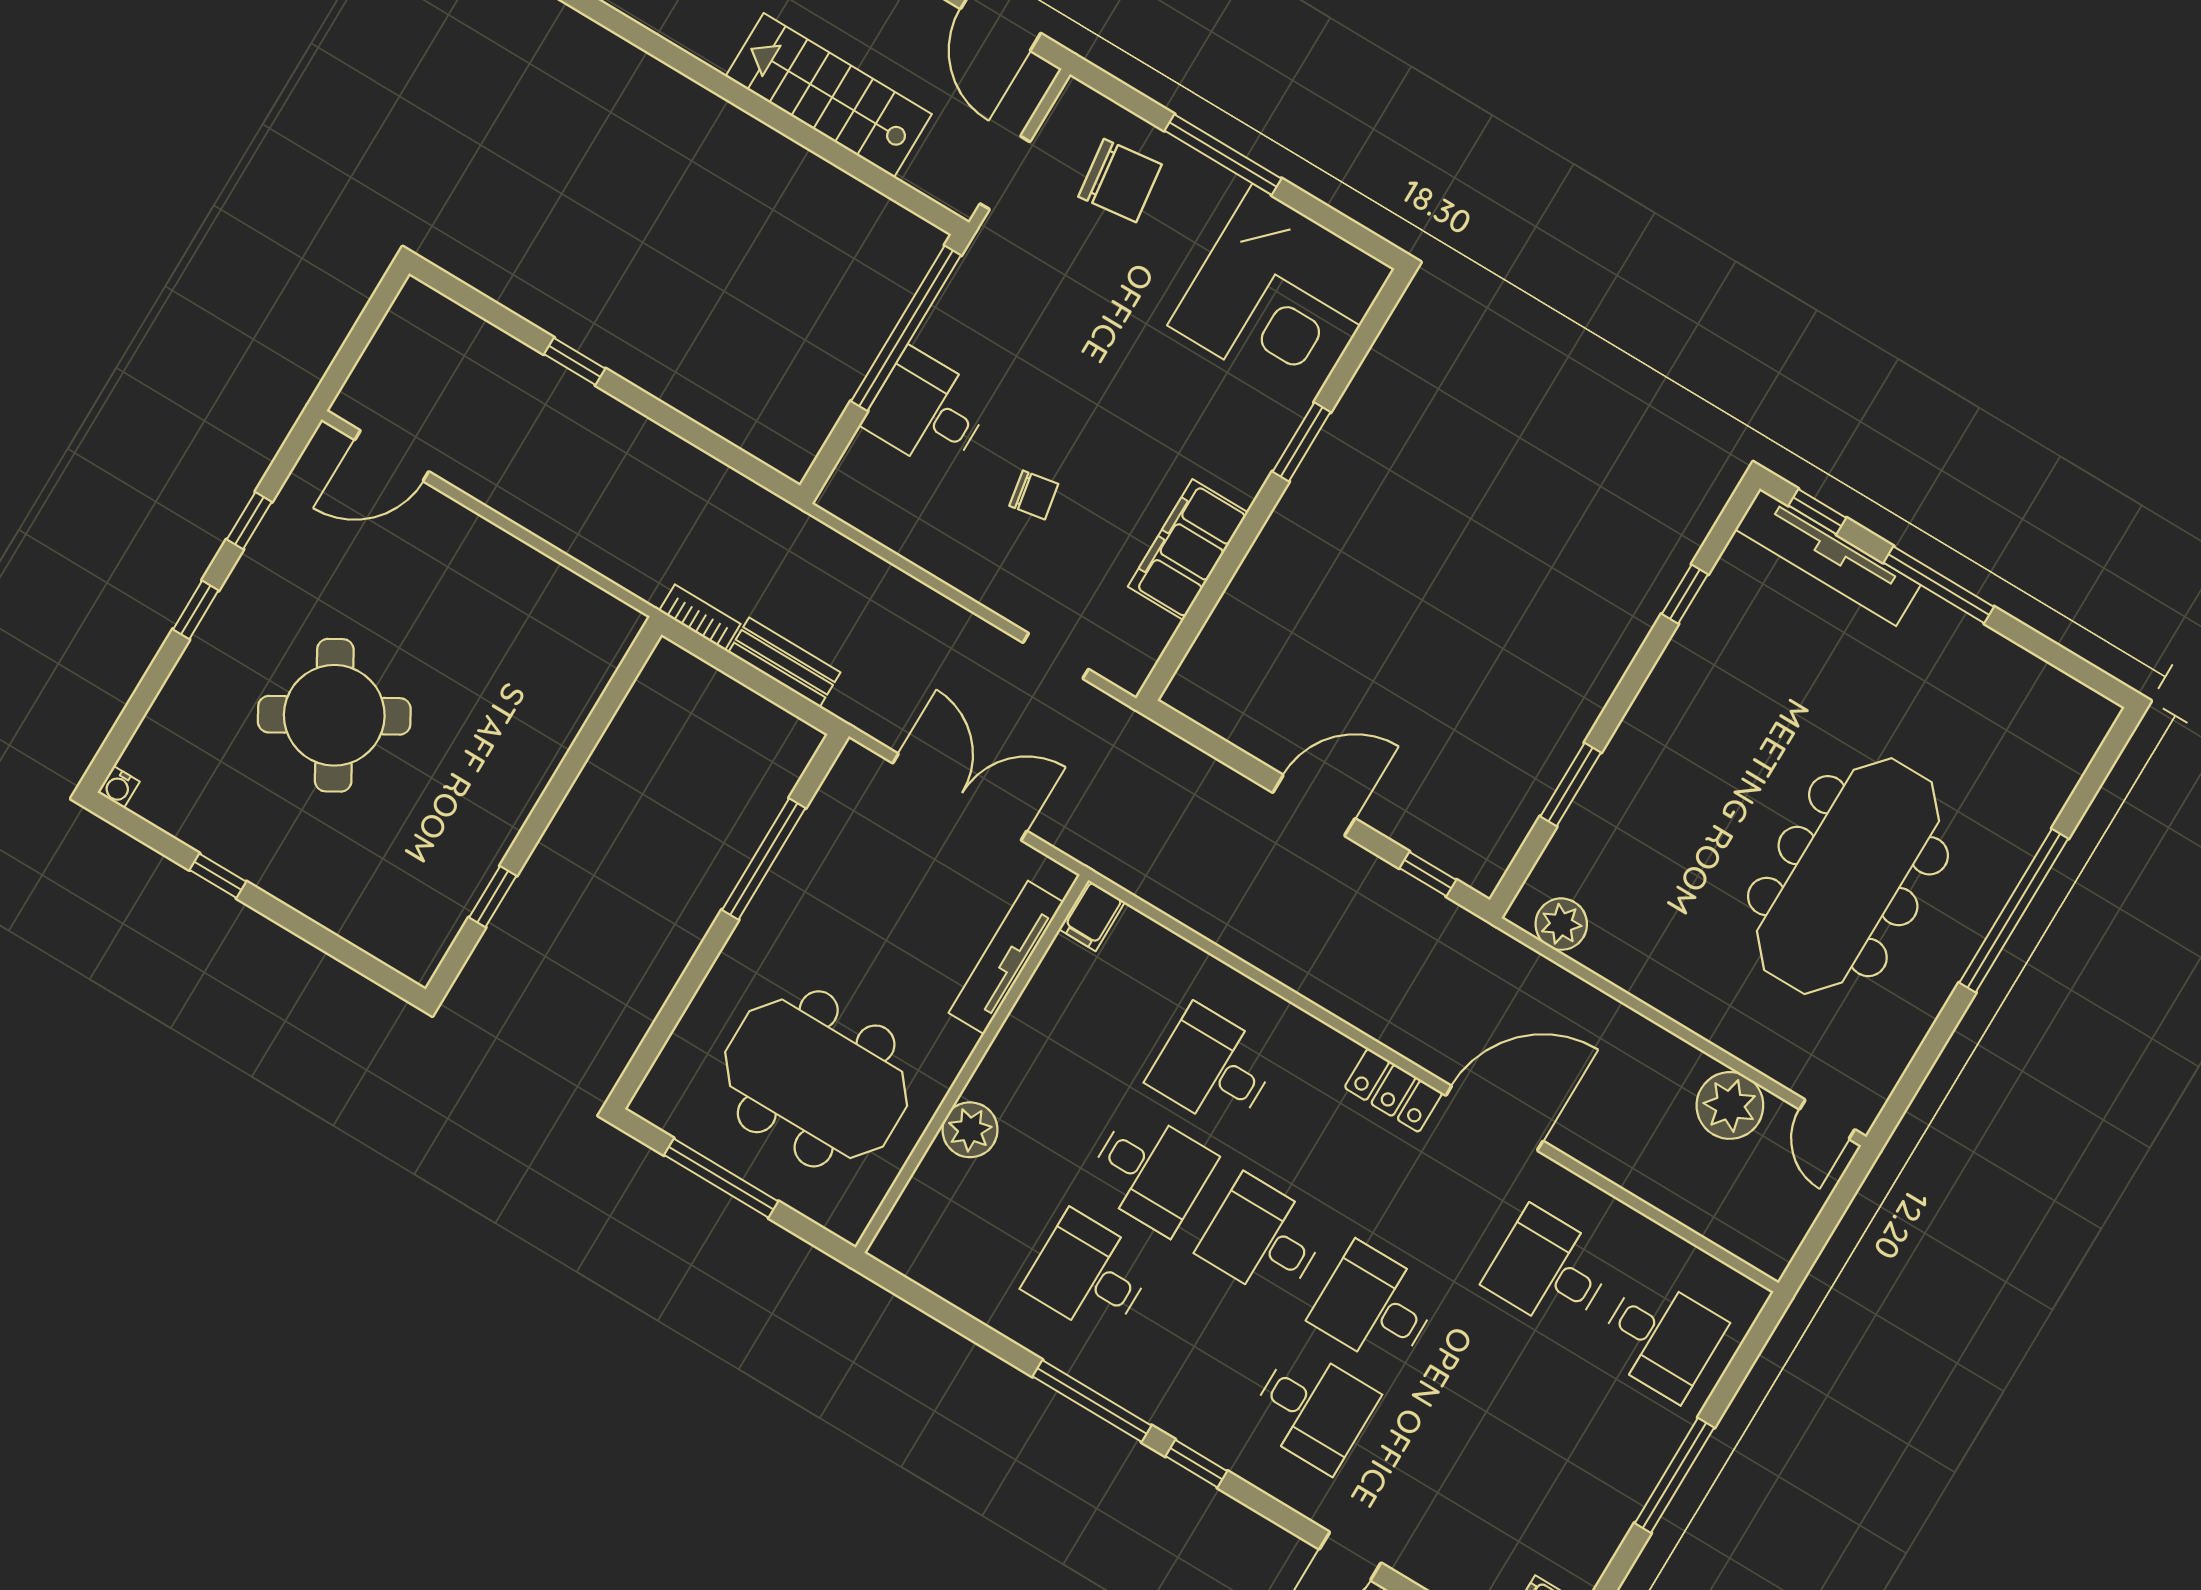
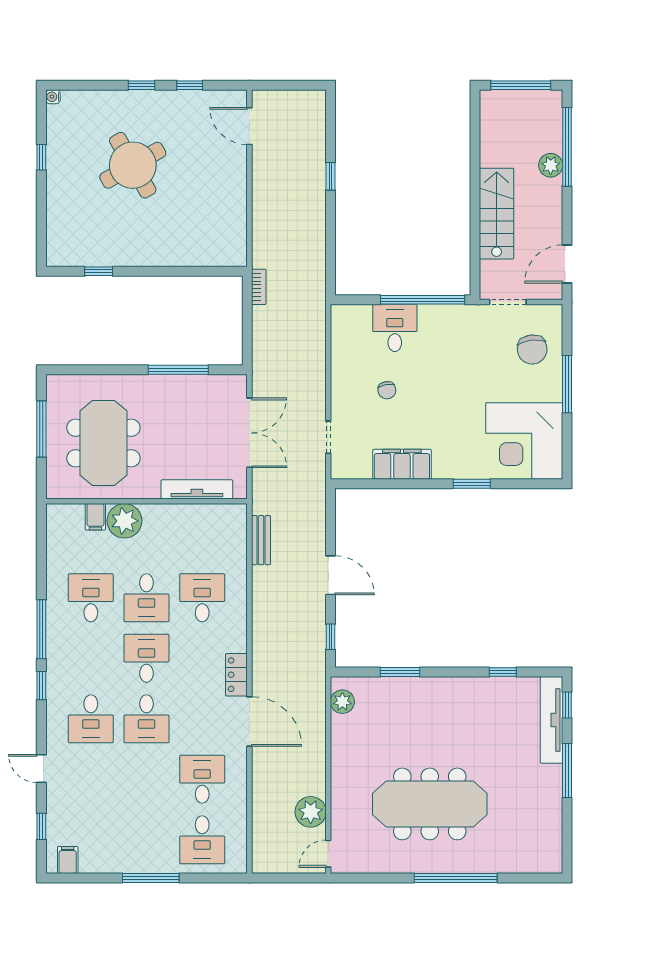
bench: (784, 662) -> (261, 540), moved
filing cabinet: (1092, 915) -> (95, 517), moved, turned -90
plant: (970, 1130) -> (125, 521), width x1.36, depth x1.36
desk: (1375, 1306) -> (146, 719), turned 180

